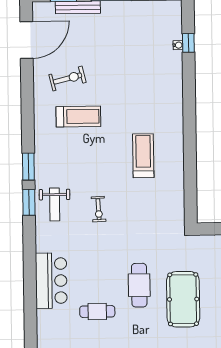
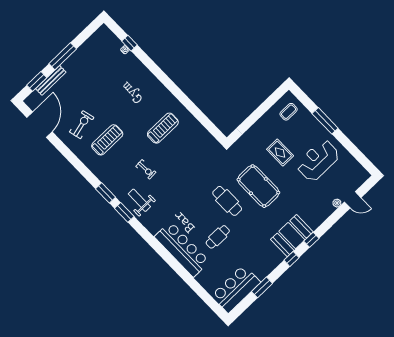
treadmill: (143, 156) -> (163, 128), turned 90
weight bench: (55, 204) -> (139, 200), turned 180
exercise bike: (99, 209) -> (146, 169), moved
bar counter: (51, 281) -> (182, 249), width x1.36

